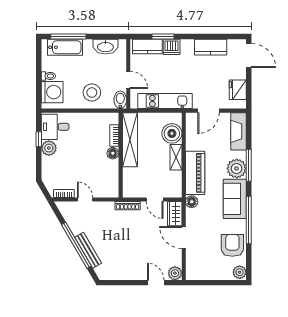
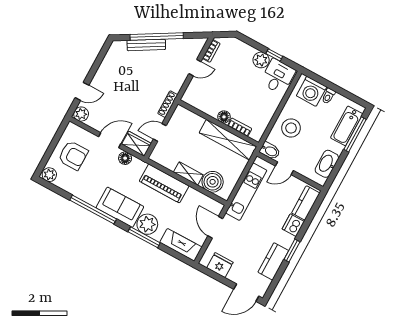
window: (163, 37) -> (292, 251), moved
floor lamp: (192, 202) -> (125, 158), moved
armchair: (232, 245) -> (73, 155), moved

